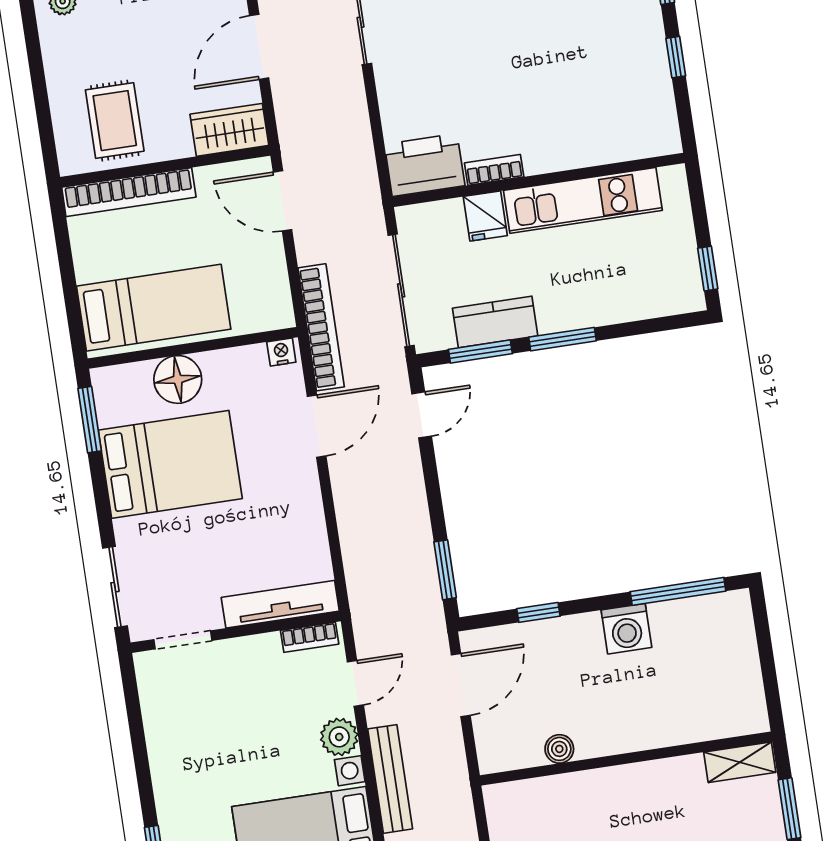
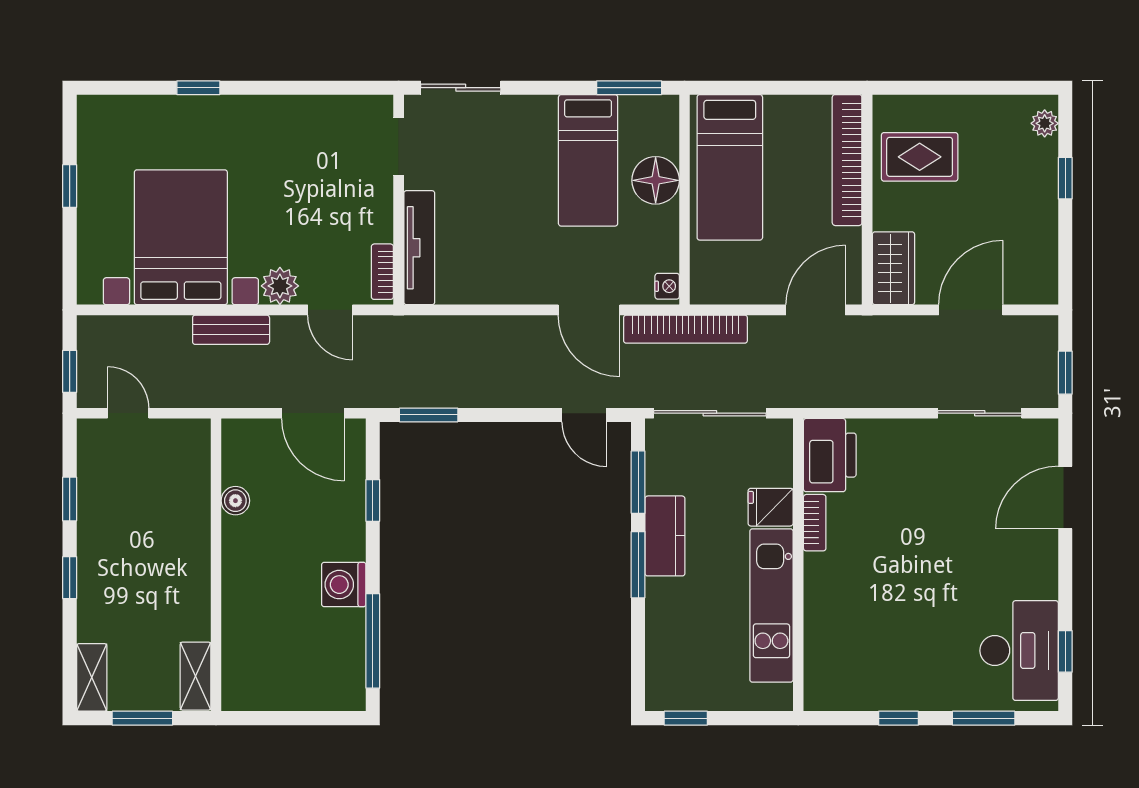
door: (259, 47) -> (971, 310), hinge flipped
kitchen counter: (495, 322) -> (665, 536), moved
bed: (170, 464) -> (588, 160), width x0.67
bench: (390, 779) -> (231, 330), width x0.73

